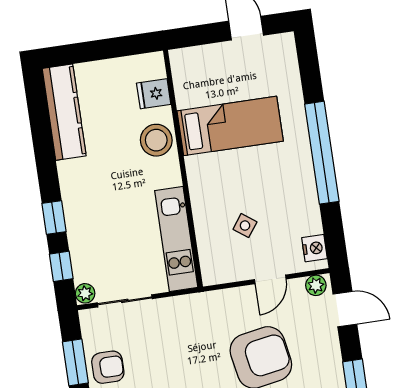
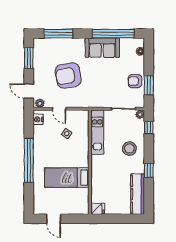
fridge: (154, 94) -> (98, 209), moved
stool: (156, 140) -> (129, 149), moved
window: (54, 217) -> (149, 170), moved
door: (270, 279) -> (59, 109), swing flipped

